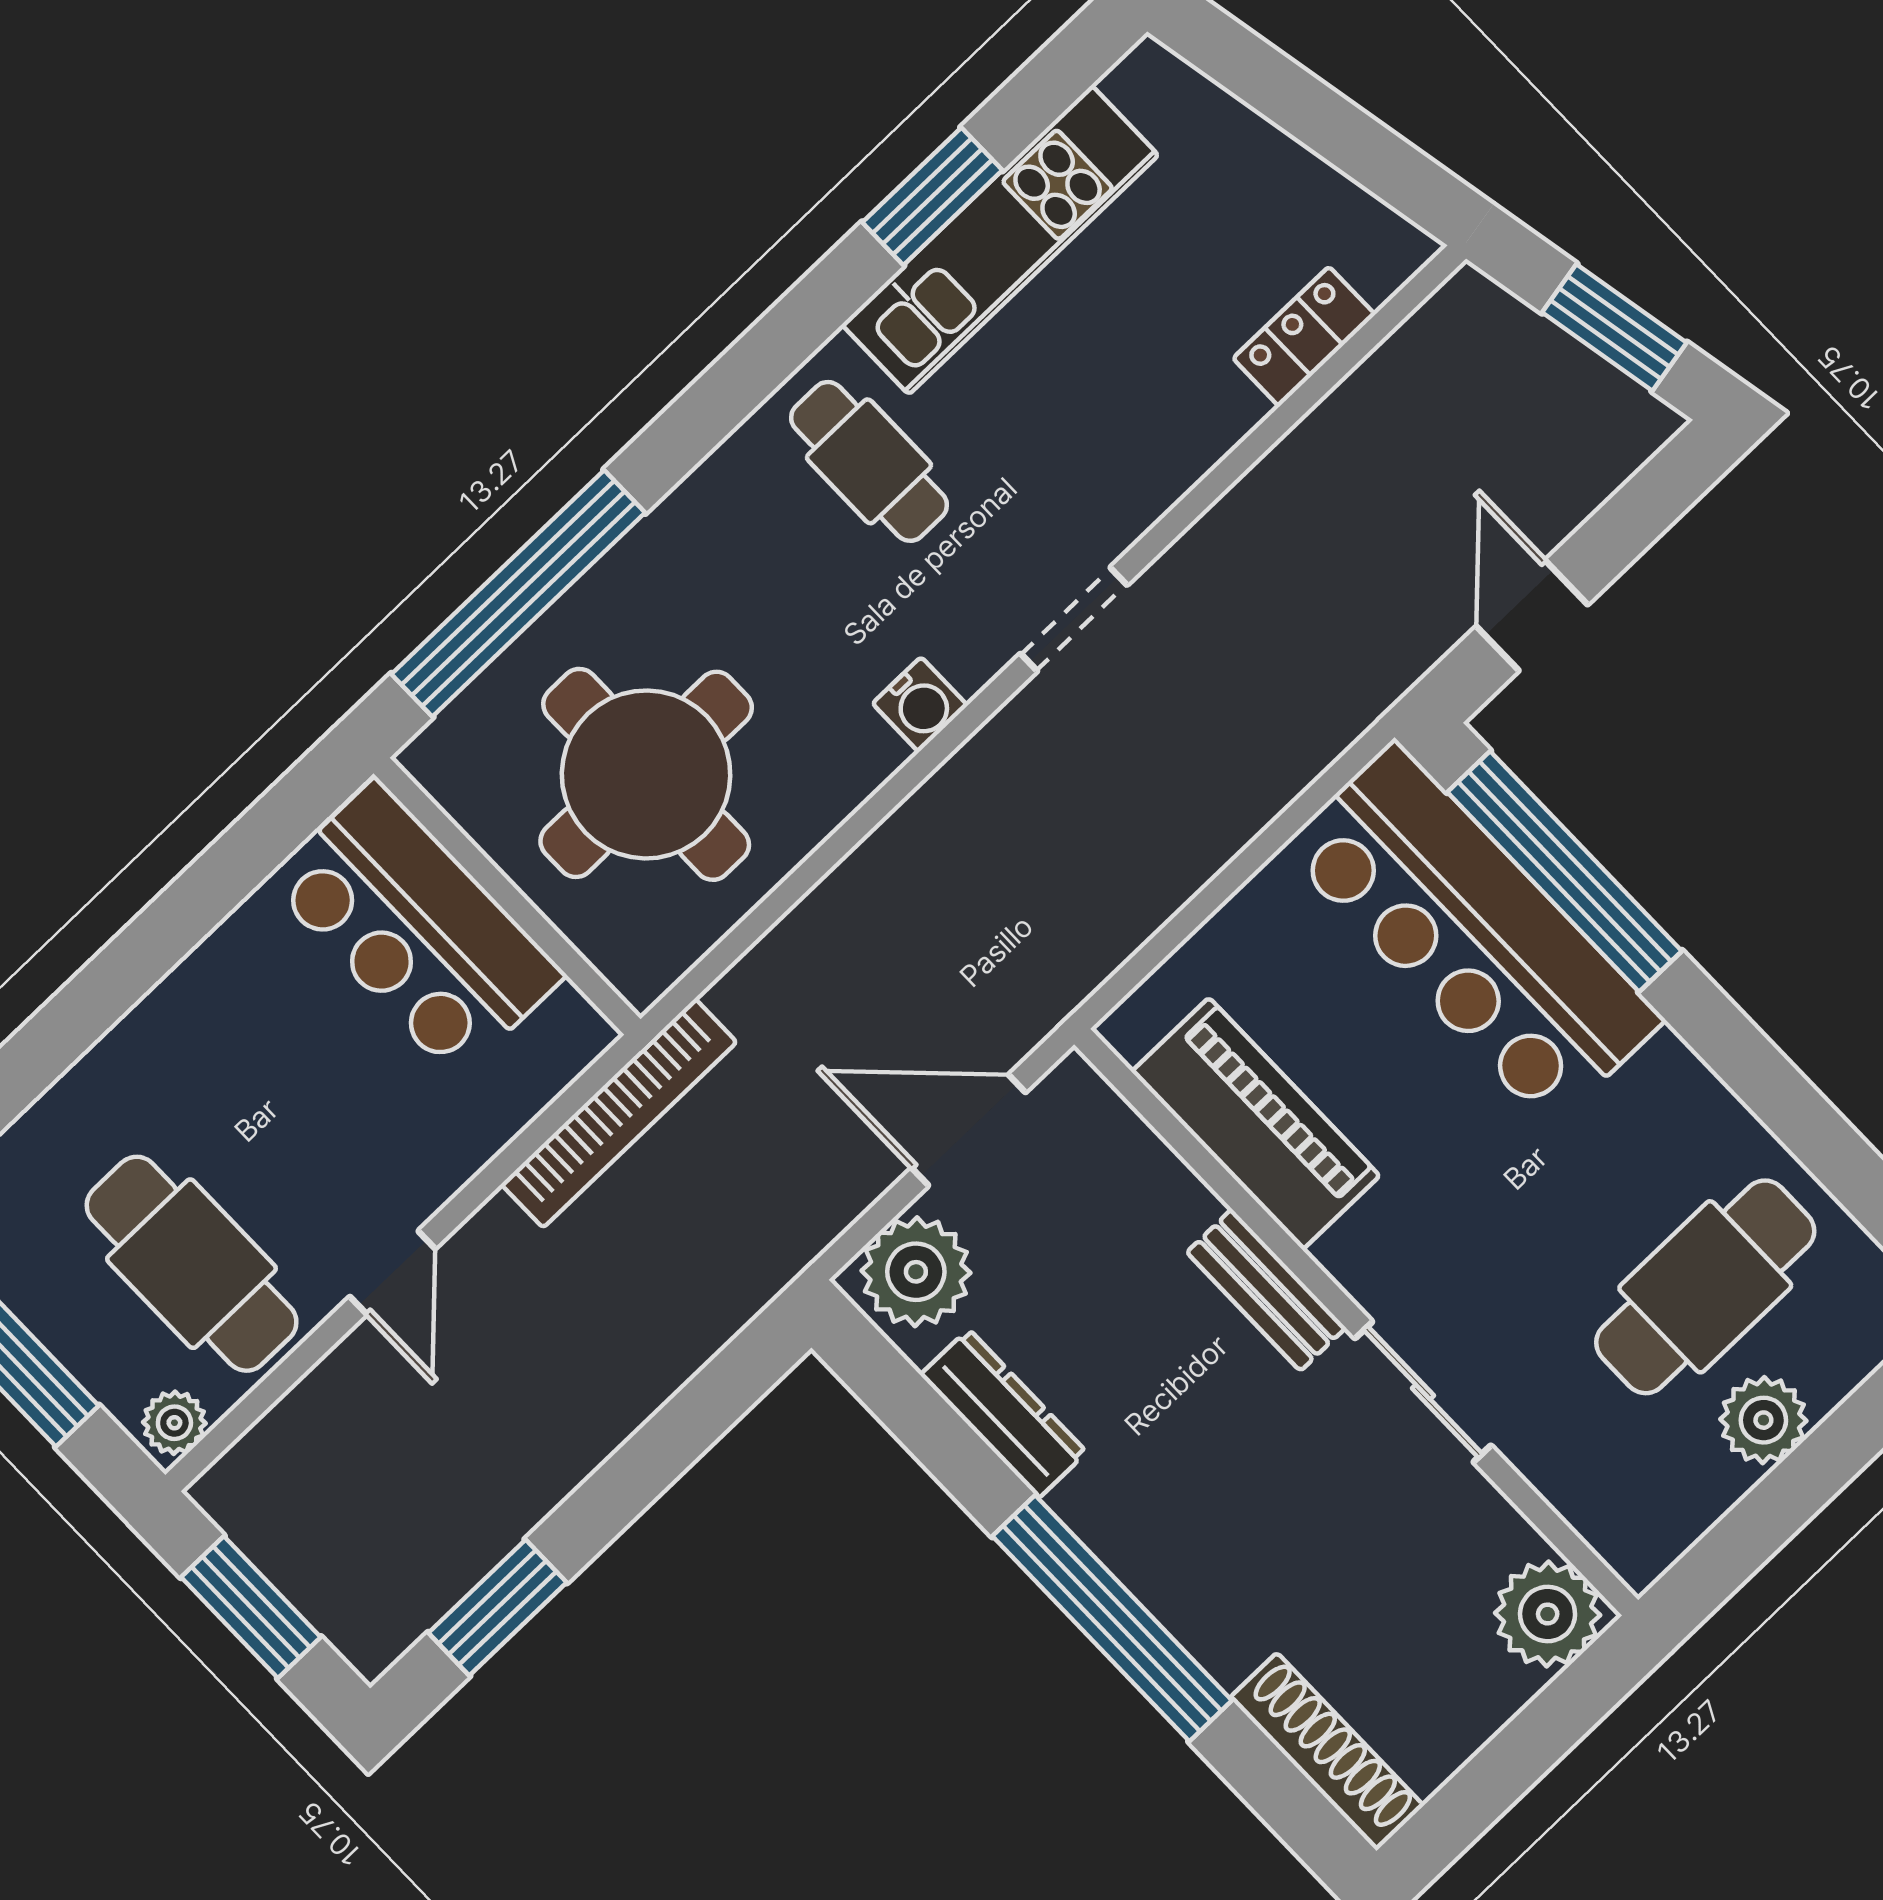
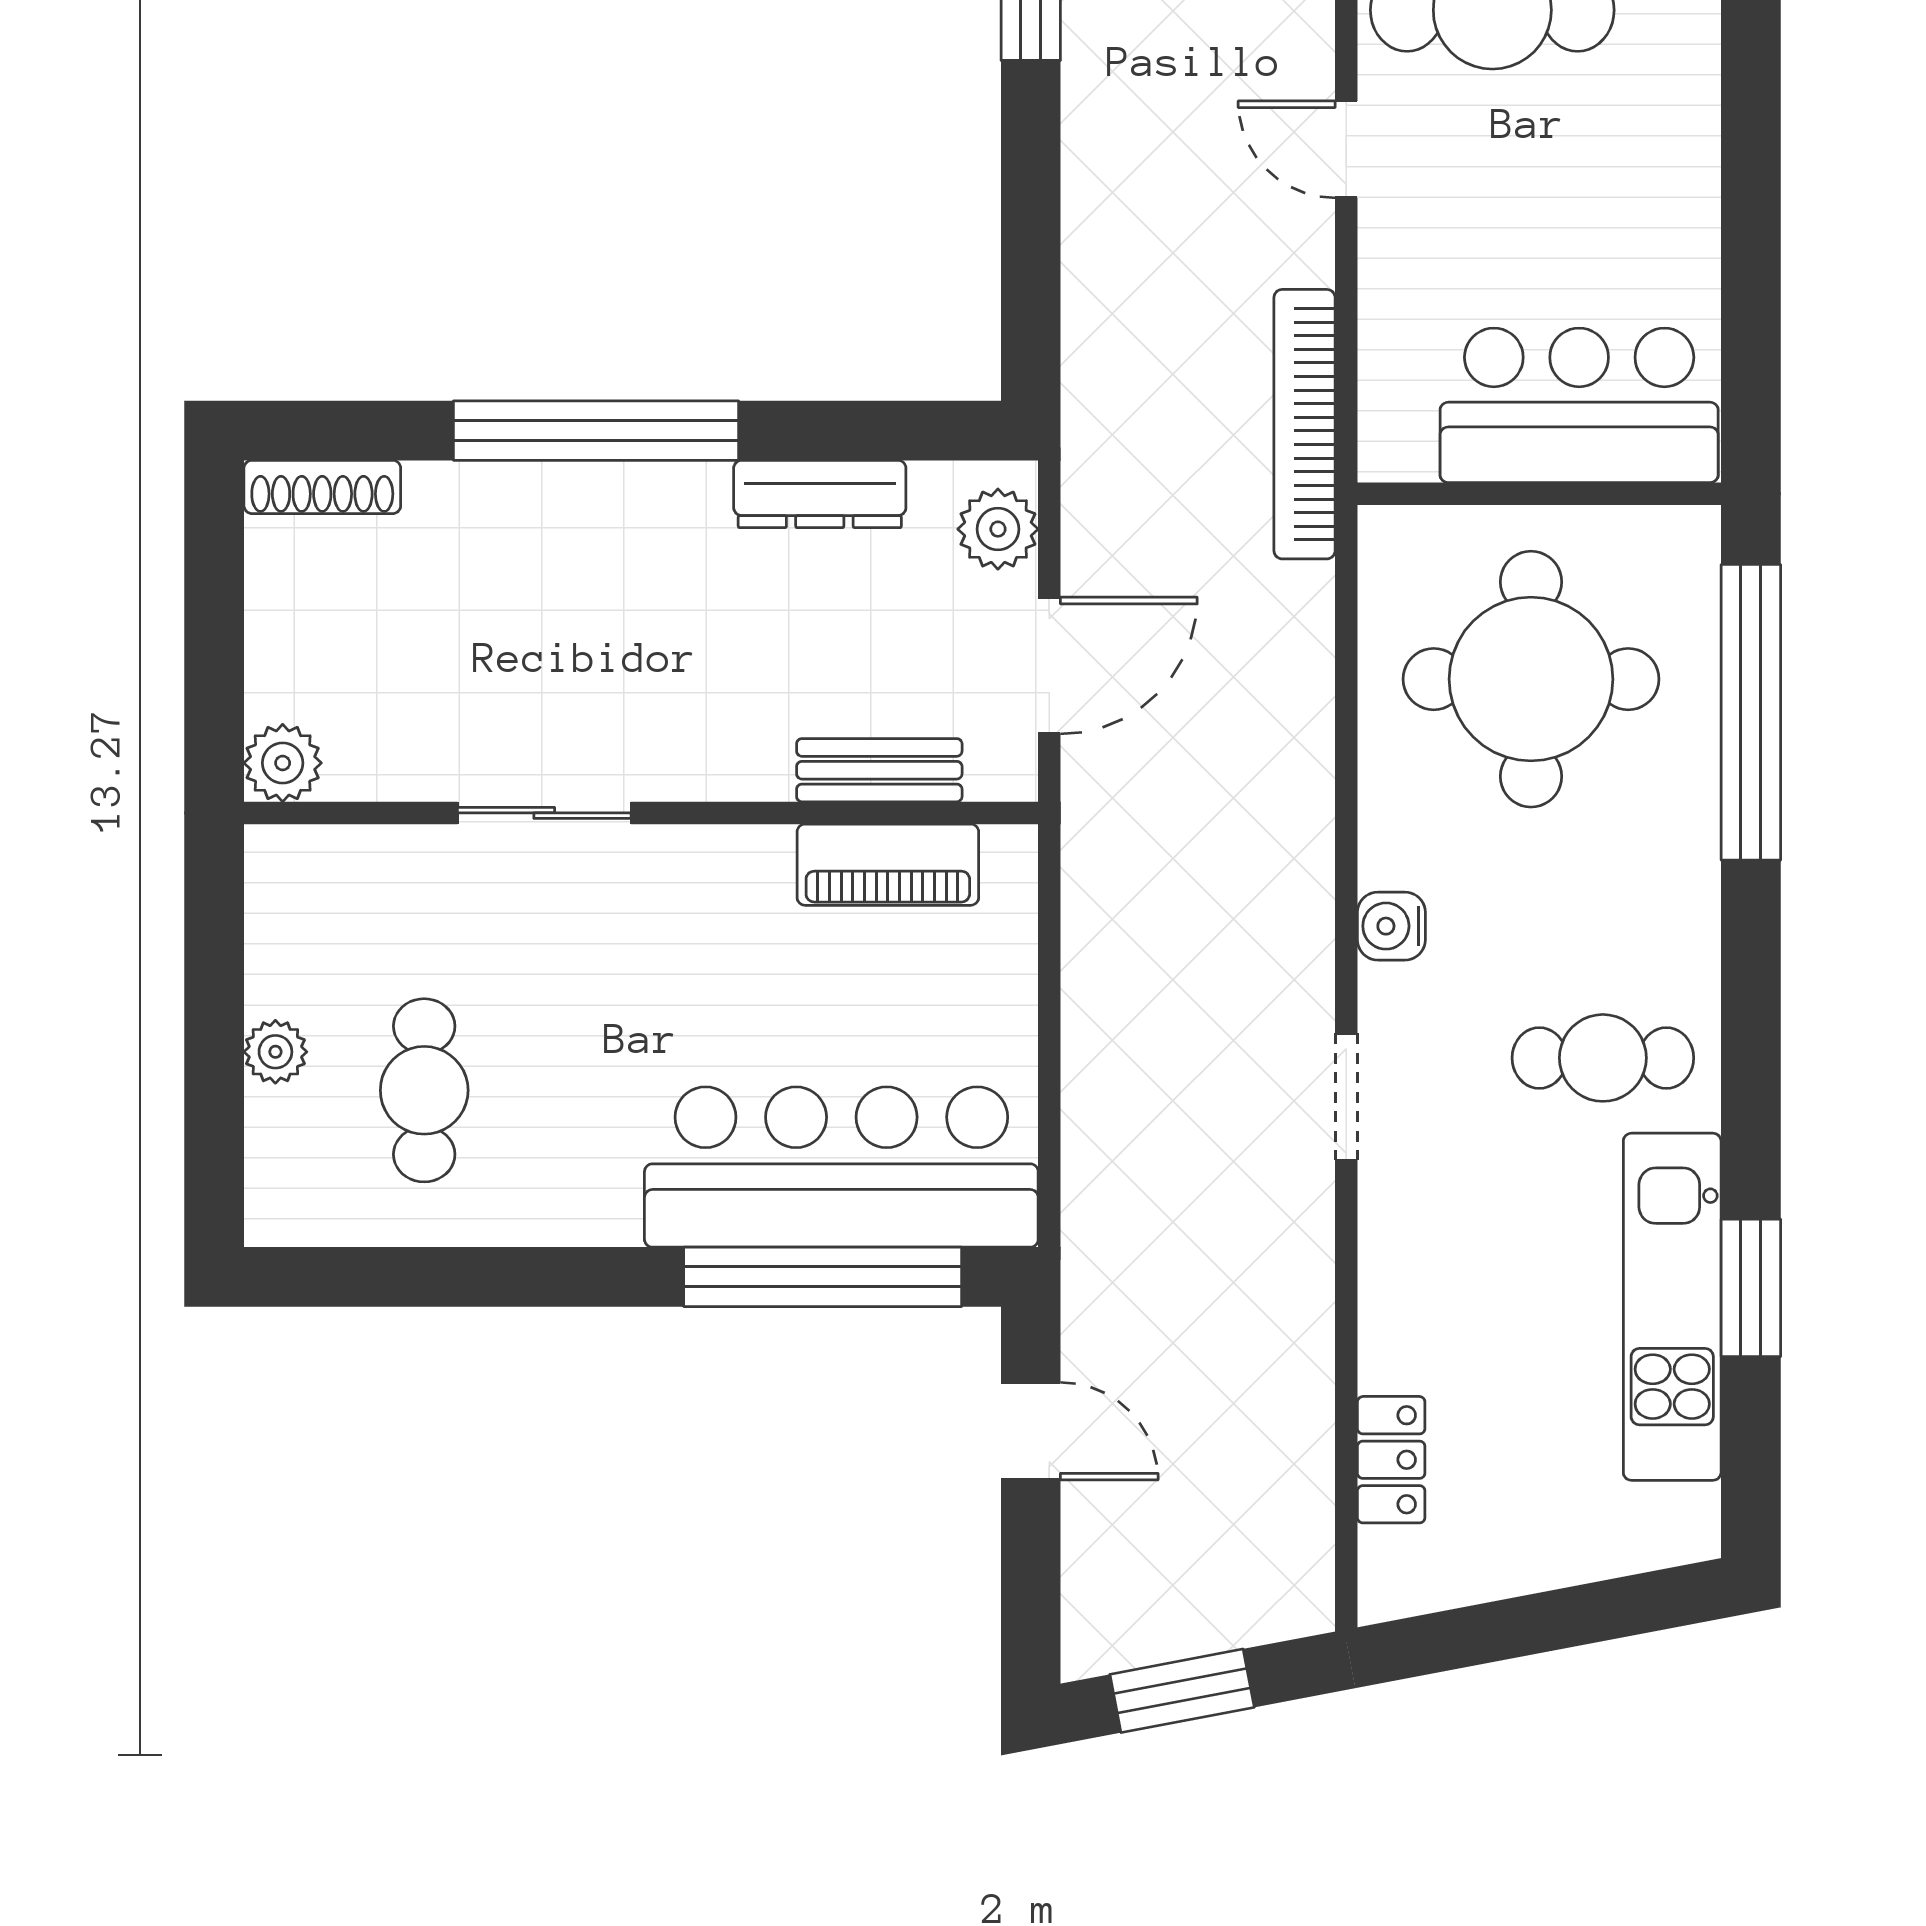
piano: (1256, 1124) -> (888, 865), width x0.73, depth x0.75
plant: (916, 1272) -> (998, 529), width x0.73, depth x0.73
cafe table: (1705, 1287) -> (424, 1090), width x0.73, depth x0.74
bench: (1266, 1290) -> (879, 770), moved
plant: (1763, 1420) -> (275, 1052), width x0.73, depth x0.73
plant: (1548, 1614) -> (283, 763), width x0.73, depth x0.73
shoe rack: (1327, 1752) -> (322, 487), width x0.74, depth x0.81

